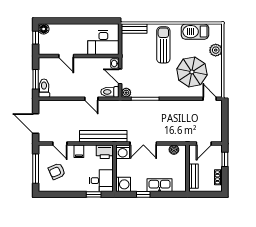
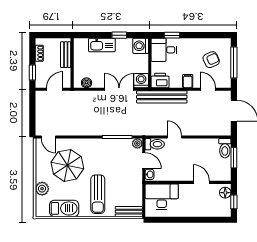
floor lamp: (44, 29) -> (225, 193), moved

